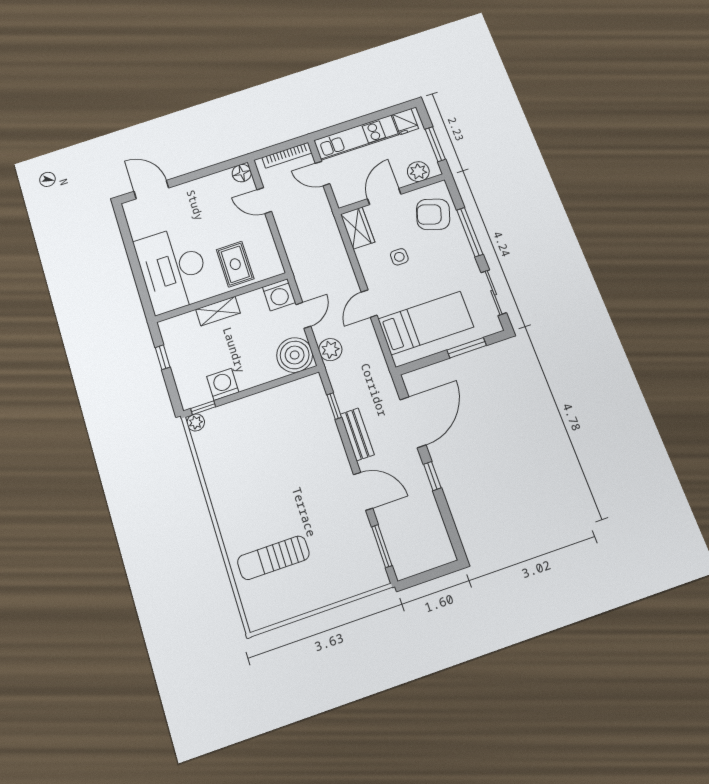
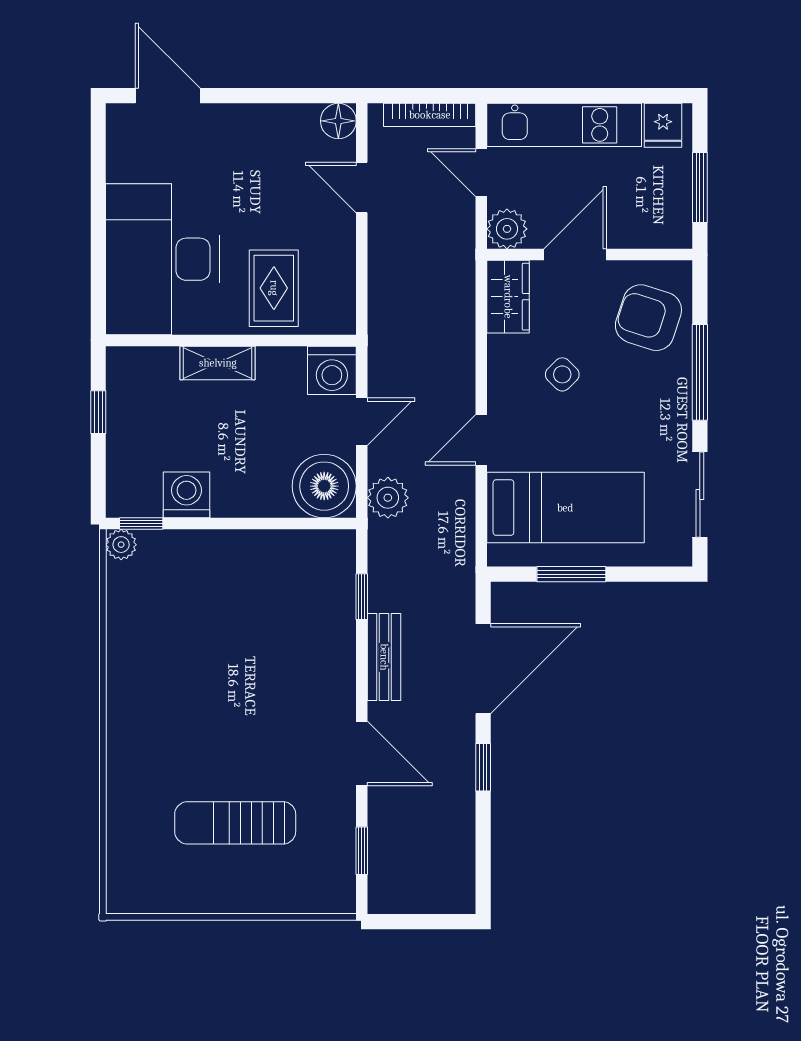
plant: (418, 172) -> (507, 229), moved
side table: (399, 257) -> (562, 374), turned 45
window: (467, 348) -> (571, 574), moved
window: (382, 546) -> (362, 851), width x0.67
sun lounger: (273, 558) -> (235, 823), moved

